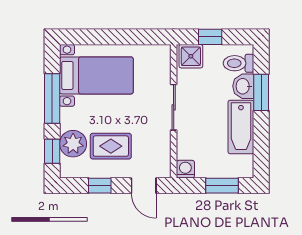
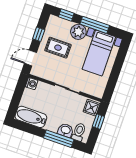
window: (261, 92) -> (59, 139), width x1.44
bathtub: (241, 127) -> (31, 117), moved
plant: (73, 144) -> (78, 32), moved
rug: (111, 146) -> (58, 48), turned 90
window: (222, 186) -> (16, 100), removed

